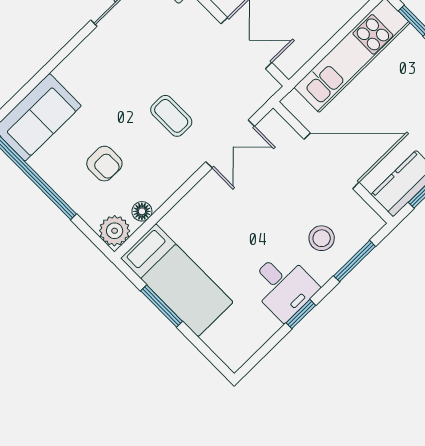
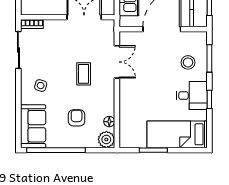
side table: (100, 74) -> (41, 86), added
coffee table: (171, 116) -> (84, 74), turned 90
armchair: (104, 164) -> (77, 118), turned -90
bed: (177, 280) -> (177, 134), moved, turned 180

